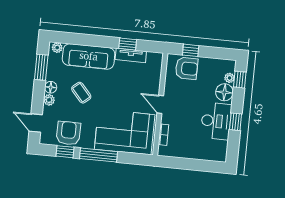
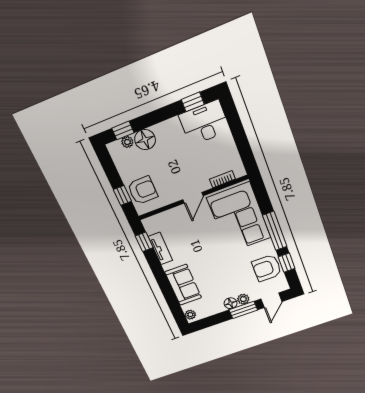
window: (128, 44) -> (144, 242), moved
sofa: (89, 56) -> (183, 285), width x0.73
window: (41, 67) -> (243, 310), moved
armchair: (187, 68) -> (143, 190), turned 90
coffee table: (81, 93) -> (221, 275), removed
desk: (216, 121) -> (204, 123), moved
window: (236, 122) -> (193, 102), moved

